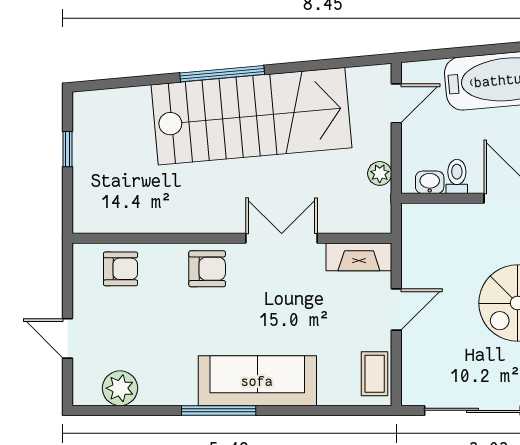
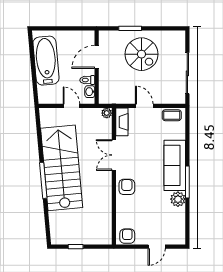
door: (396, 103) -> (71, 106), moved
plant: (380, 173) -> (107, 113), moved
armchair: (121, 269) -> (127, 236), moved
plant: (120, 388) -> (178, 199), moved

